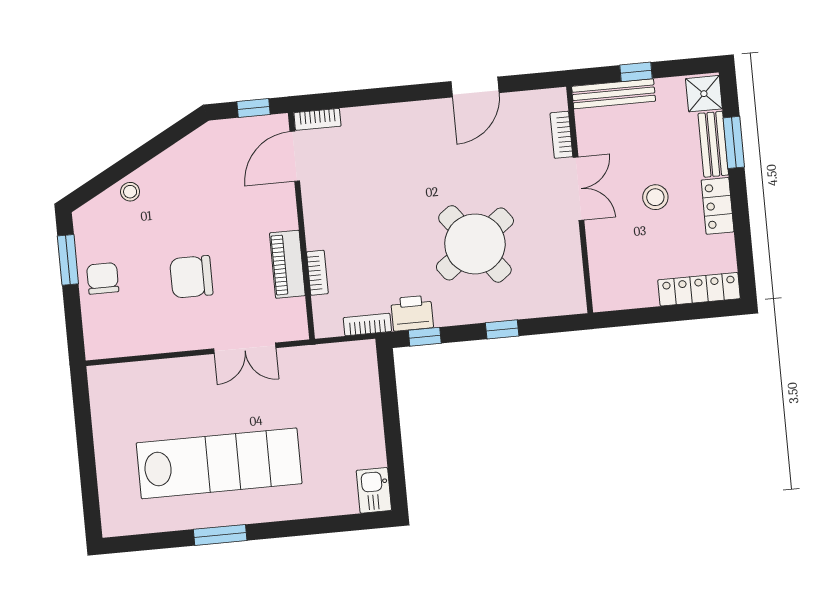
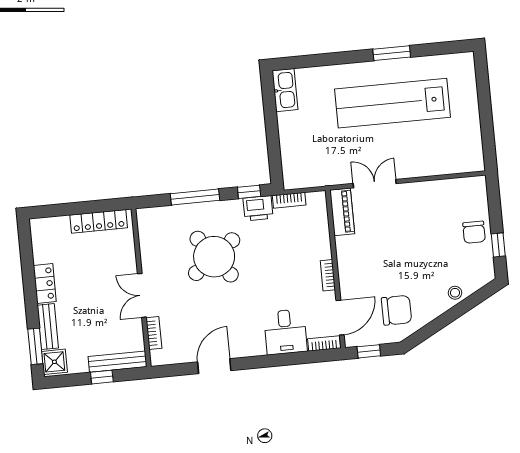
desk: (373, 136) -> (285, 332), added
window: (734, 142) -> (35, 346), moved
stool: (655, 197) -> (88, 290), removed
window: (68, 260) -> (498, 245), width x0.67
piano: (287, 264) -> (342, 212), moved
bookcase: (317, 273) -> (328, 275), moved
chair: (191, 277) -> (396, 310), moved
locker: (699, 289) -> (99, 221), moved
window: (502, 329) -> (195, 197), width x2.17
kitchen sink: (374, 490) -> (285, 90), width x1.38

